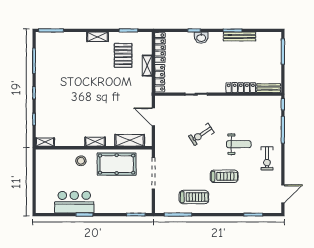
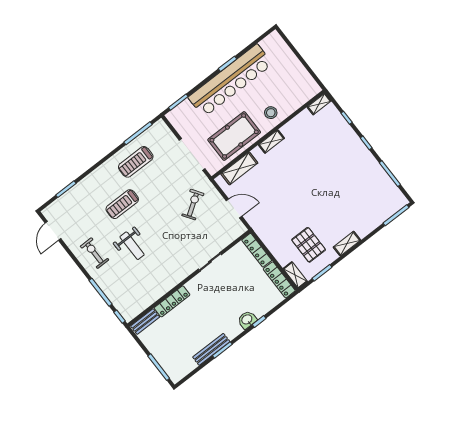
shelving: (147, 66) -> (295, 275), moved
exercise bike: (201, 134) -> (193, 205), moved
weight bench: (239, 144) -> (132, 246), turned -90
bar counter: (74, 202) -> (230, 81), width x1.86

